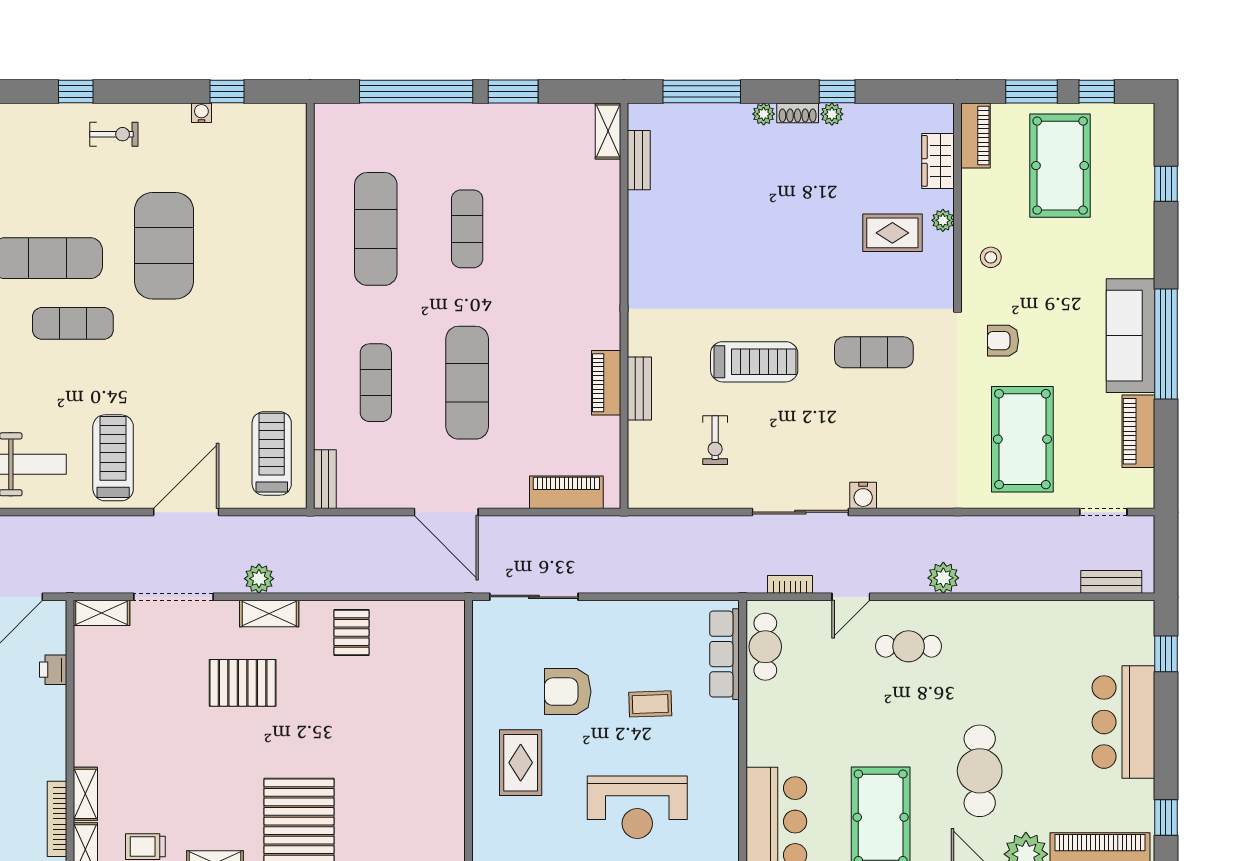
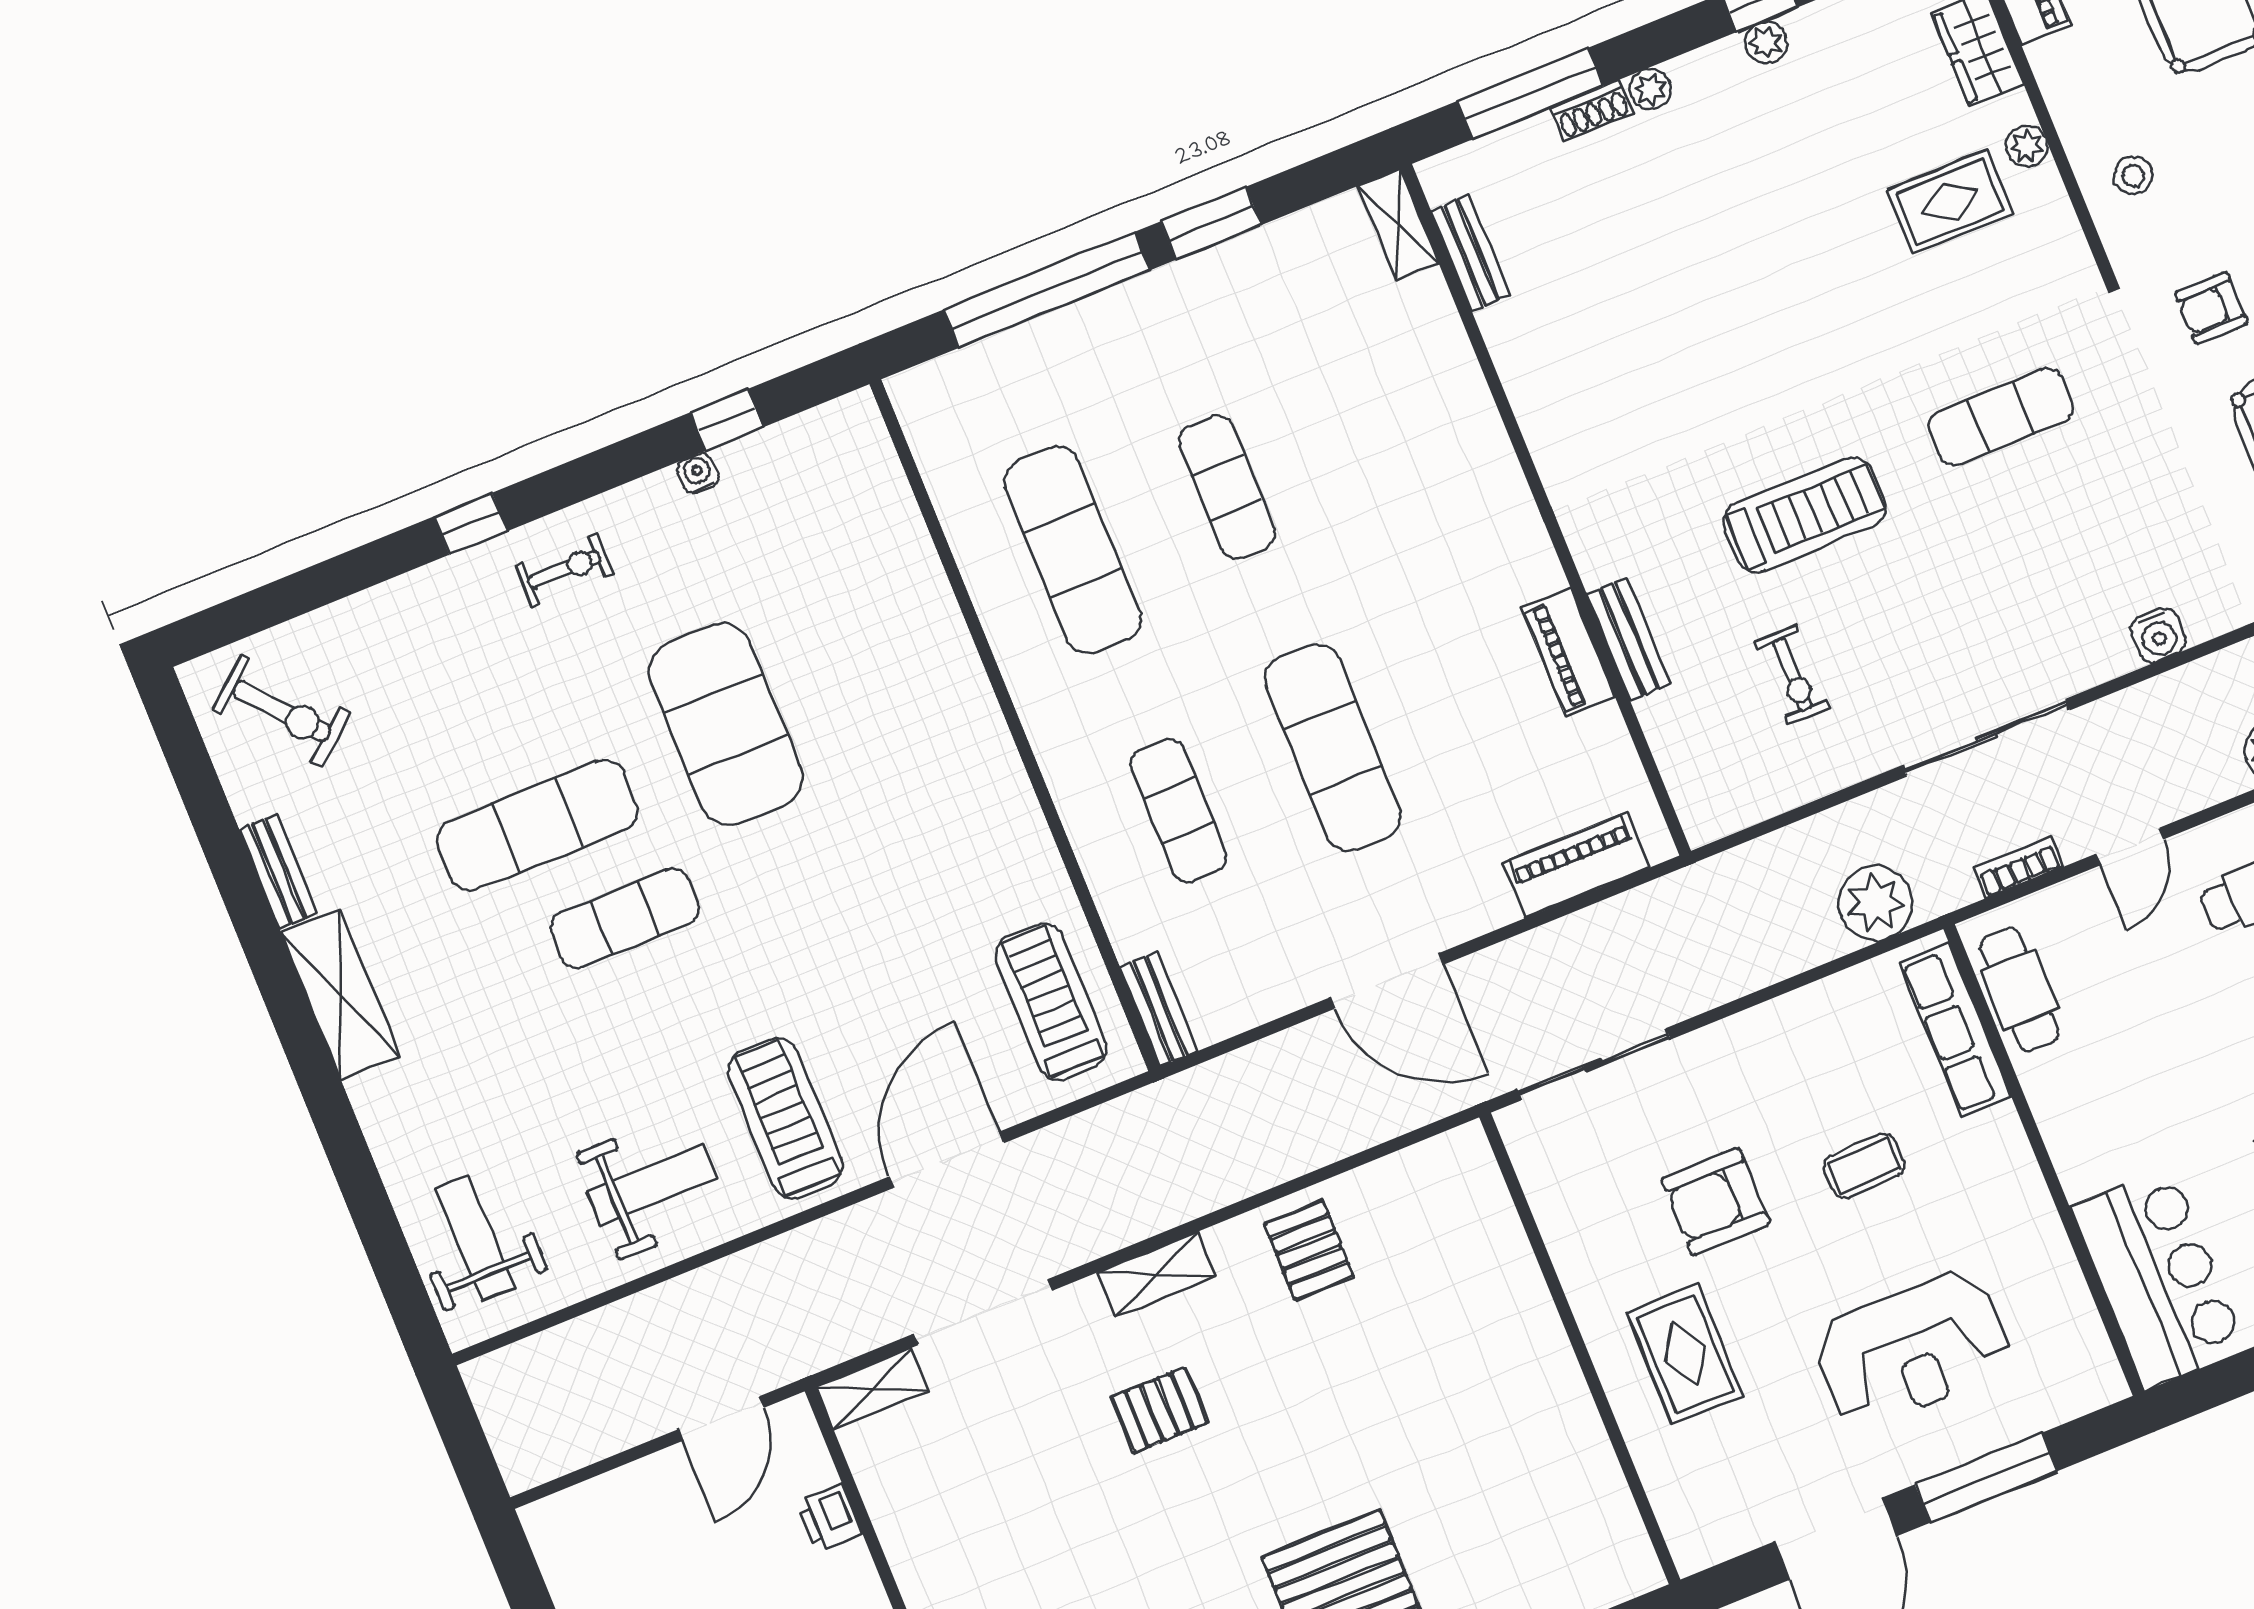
shoe rack: (798, 113) -> (1592, 111), moved
water cooler: (863, 495) -> (2158, 635), moved
plant: (259, 579) -> (1875, 903), moved, width x1.36, depth x1.36
pallet: (243, 683) -> (1159, 1410), width x0.67, depth x0.71

